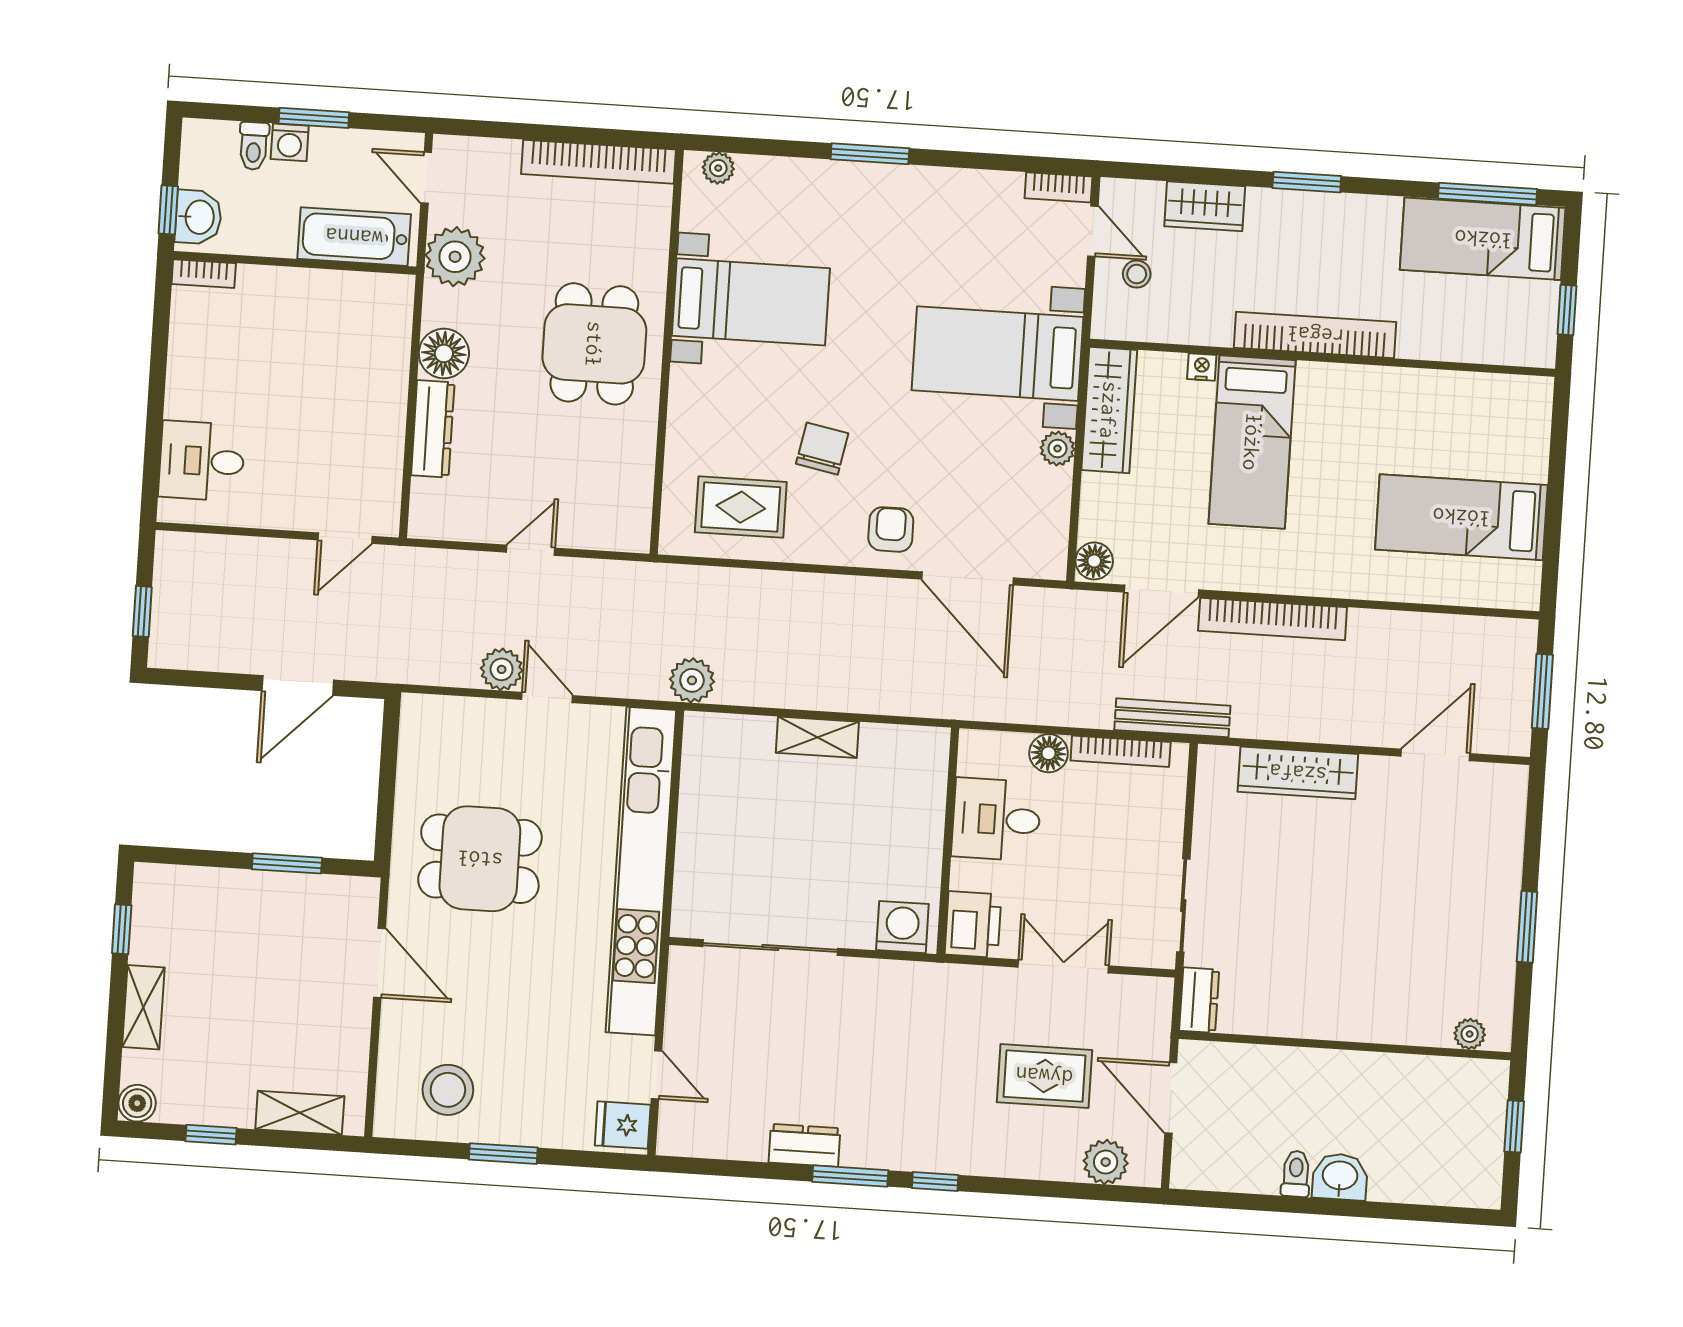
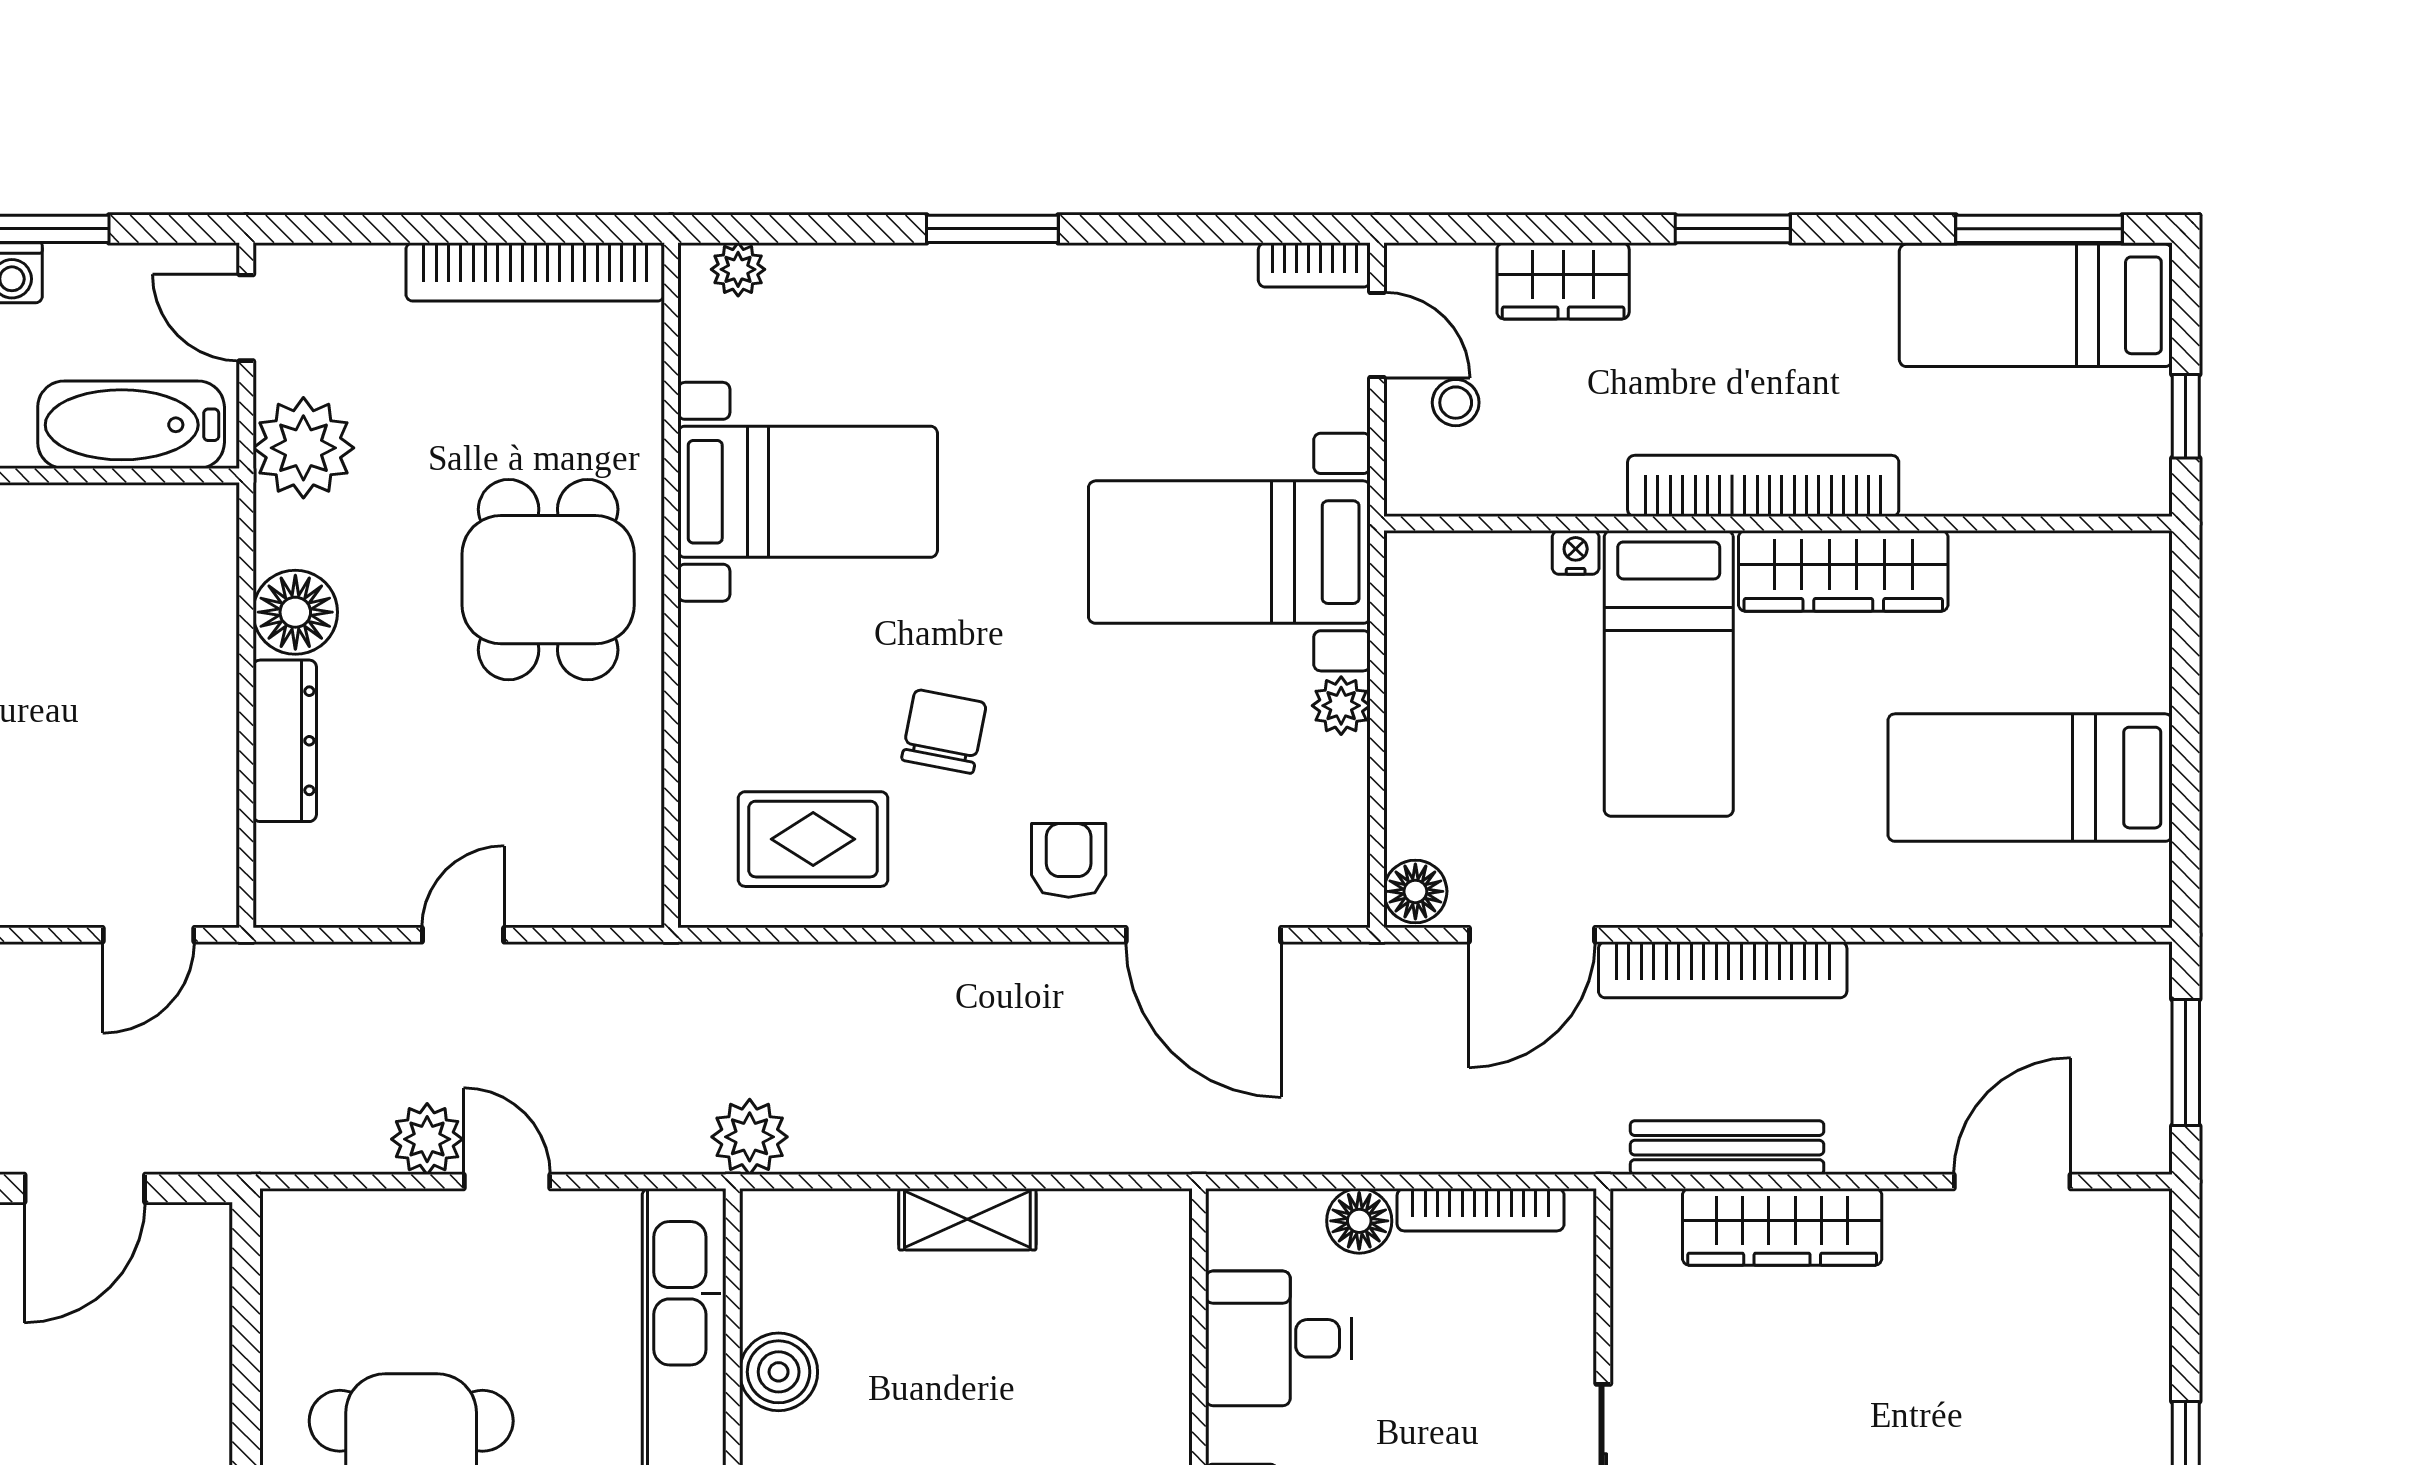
wardrobe: (1109, 410) -> (1843, 571), moved, turned 90
bench: (1172, 718) -> (1727, 1148), moved
boiler: (700, 820) -> (779, 1372), added

